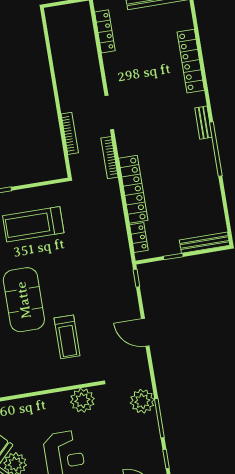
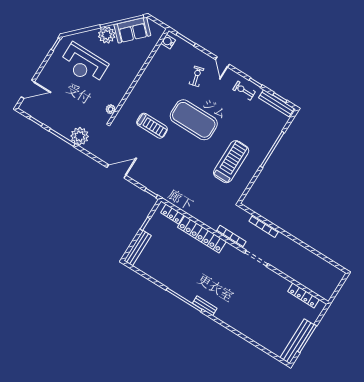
locker: (191, 61) -> (245, 329), removed
treadmill: (67, 337) -> (152, 126), turned 180
plant: (82, 400) -> (111, 109), width x0.53, depth x0.53

